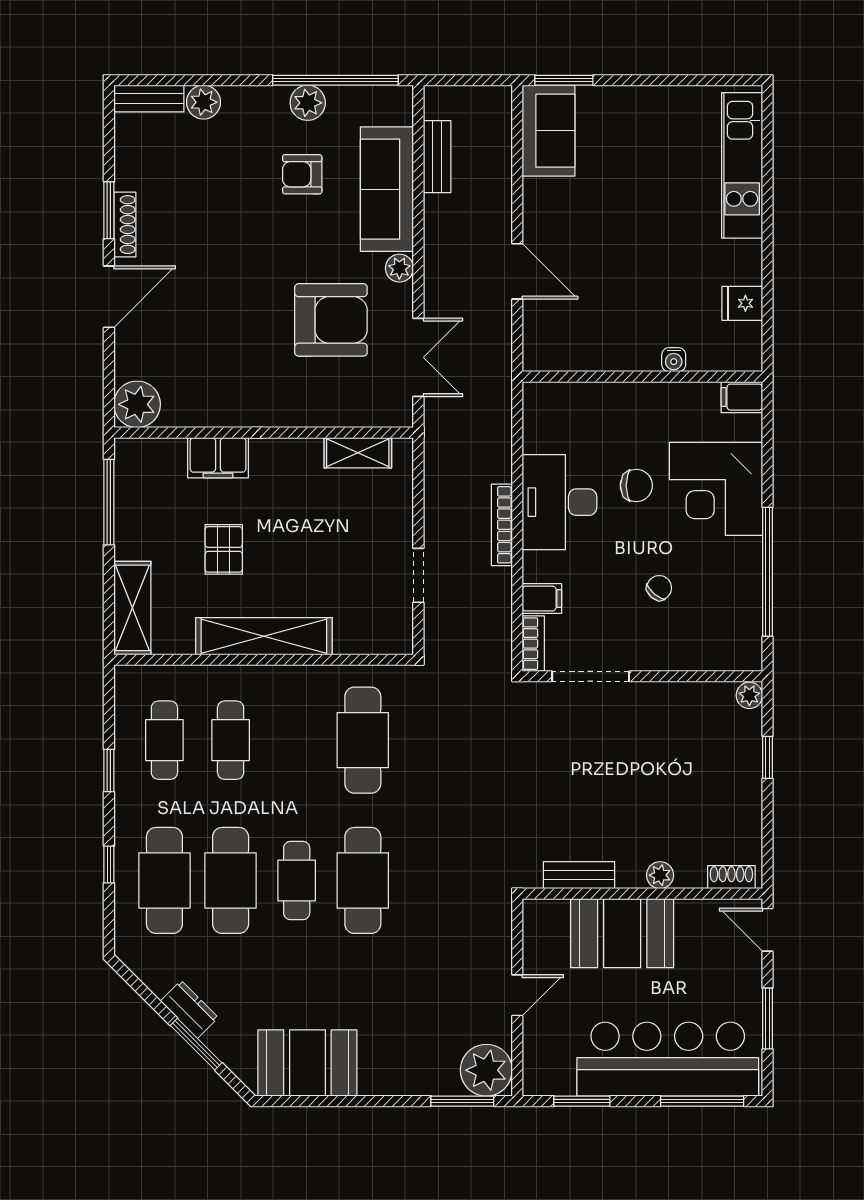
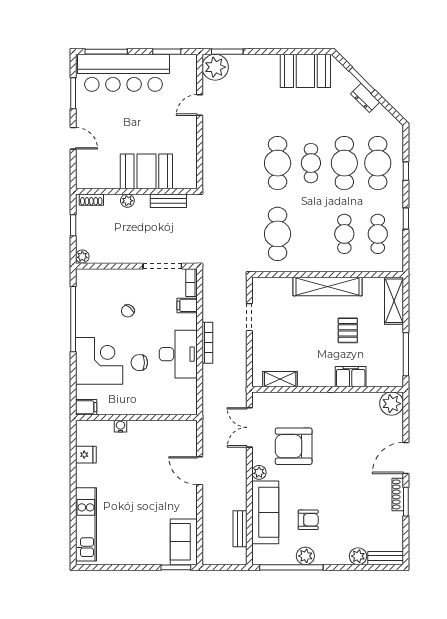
bench: (579, 875) -> (168, 201), moved
plant: (660, 875) -> (127, 201), moved
shoe rack: (731, 877) -> (91, 200), moved
wall: (642, 894) -> (136, 191), moved
booth: (622, 933) -> (146, 171), moved

